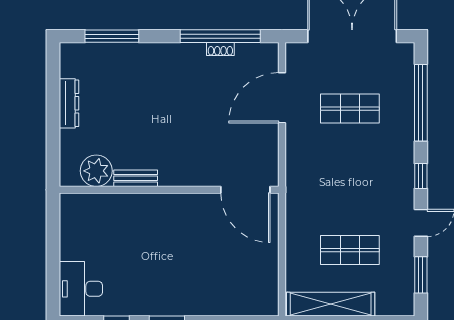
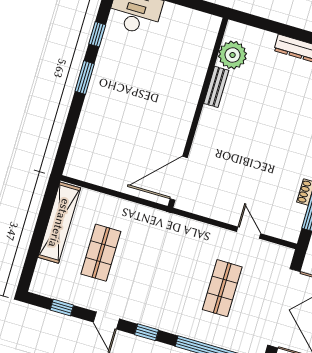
door: (282, 98) -> (249, 233), width x0.53
window: (421, 275) -> (62, 307), width x0.67

